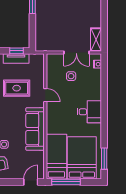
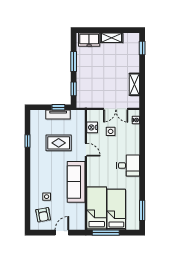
window: (32, 32) -> (74, 89), added
shelving: (96, 40) -> (134, 84), moved
nightstand: (52, 72) -> (92, 127), added
bed: (82, 158) -> (116, 210), width x0.67
door: (31, 182) -> (62, 233), moved

